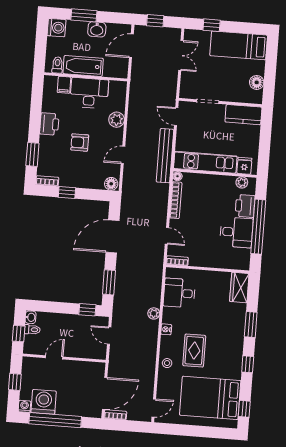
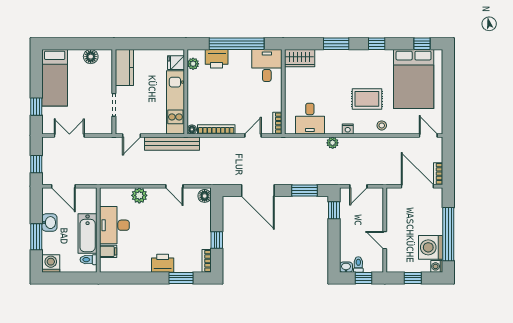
printer: (49, 124) -> (163, 263), moved
armchair: (80, 142) -> (165, 231), removed
desk: (236, 232) -> (267, 65), moved

